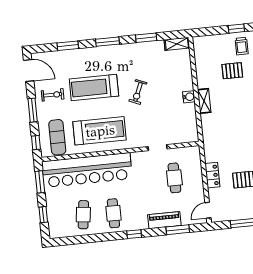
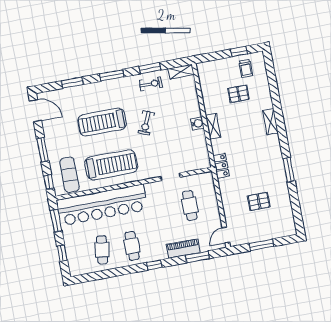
exercise bike: (53, 95) -> (151, 84), moved
locker: (212, 175) -> (221, 166), moved

